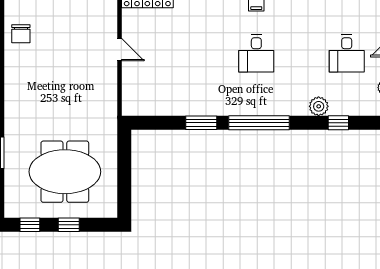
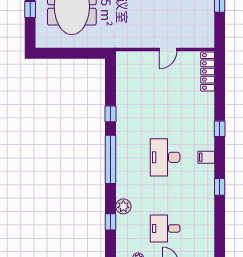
desk: (256, 53) -> (165, 157), width x1.37
window: (201, 123) -> (110, 114), width x0.67

